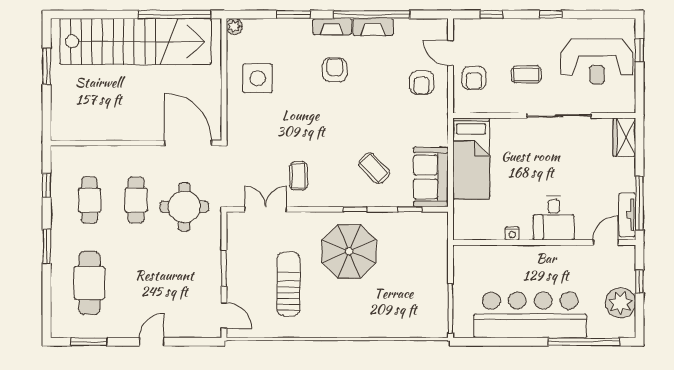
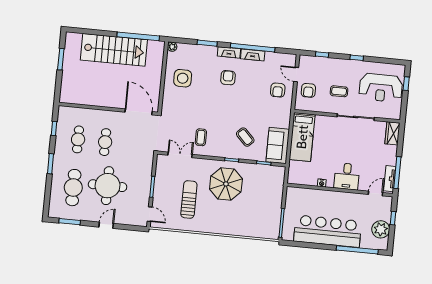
stairs: (136, 41) -> (114, 50), width x0.73
round table: (184, 207) -> (108, 186), moved, width x1.36, depth x1.36

